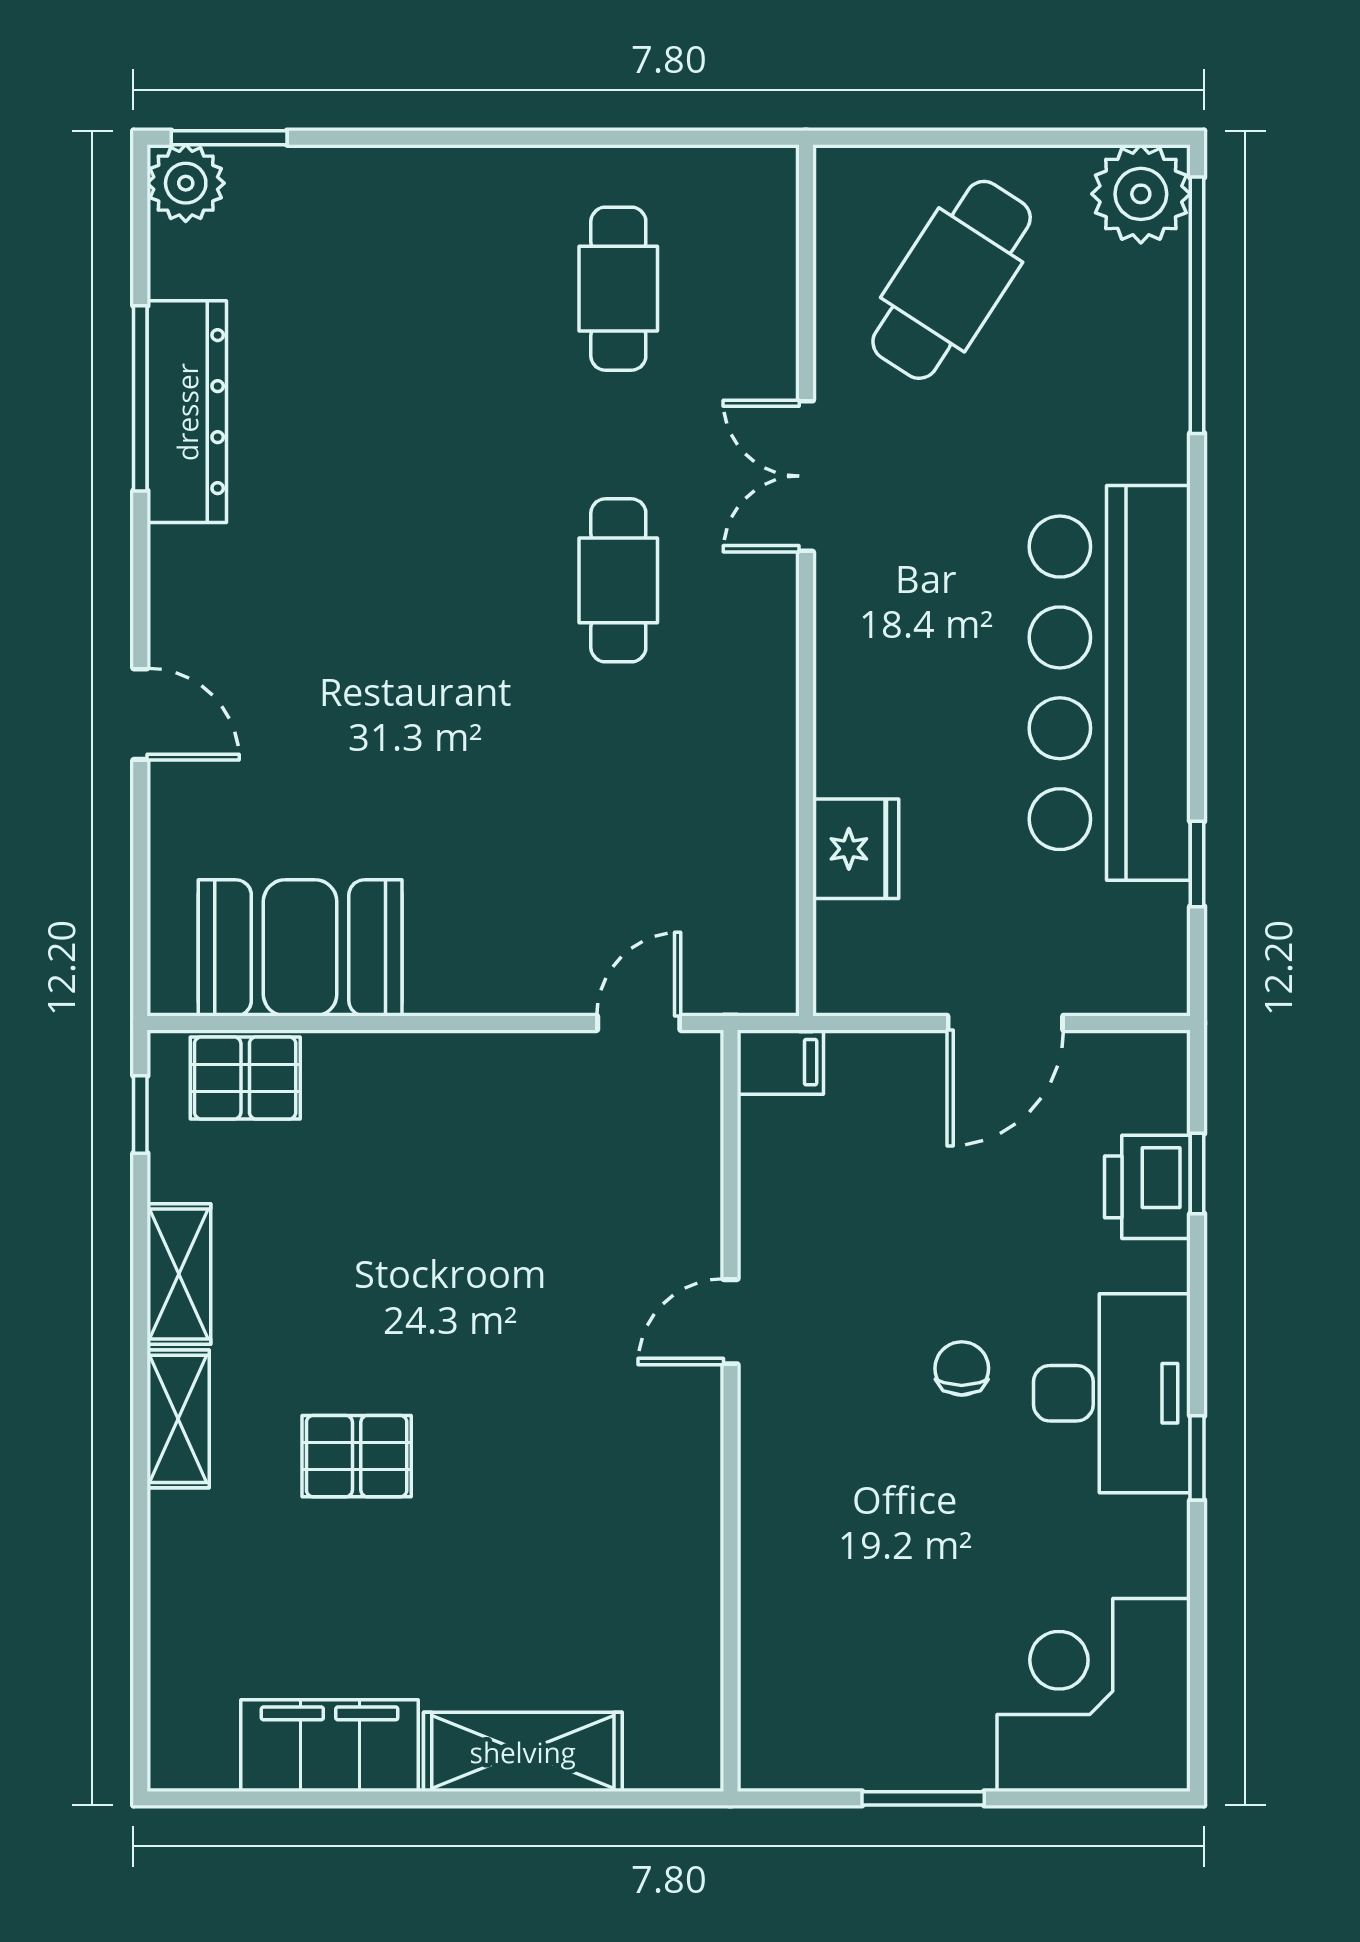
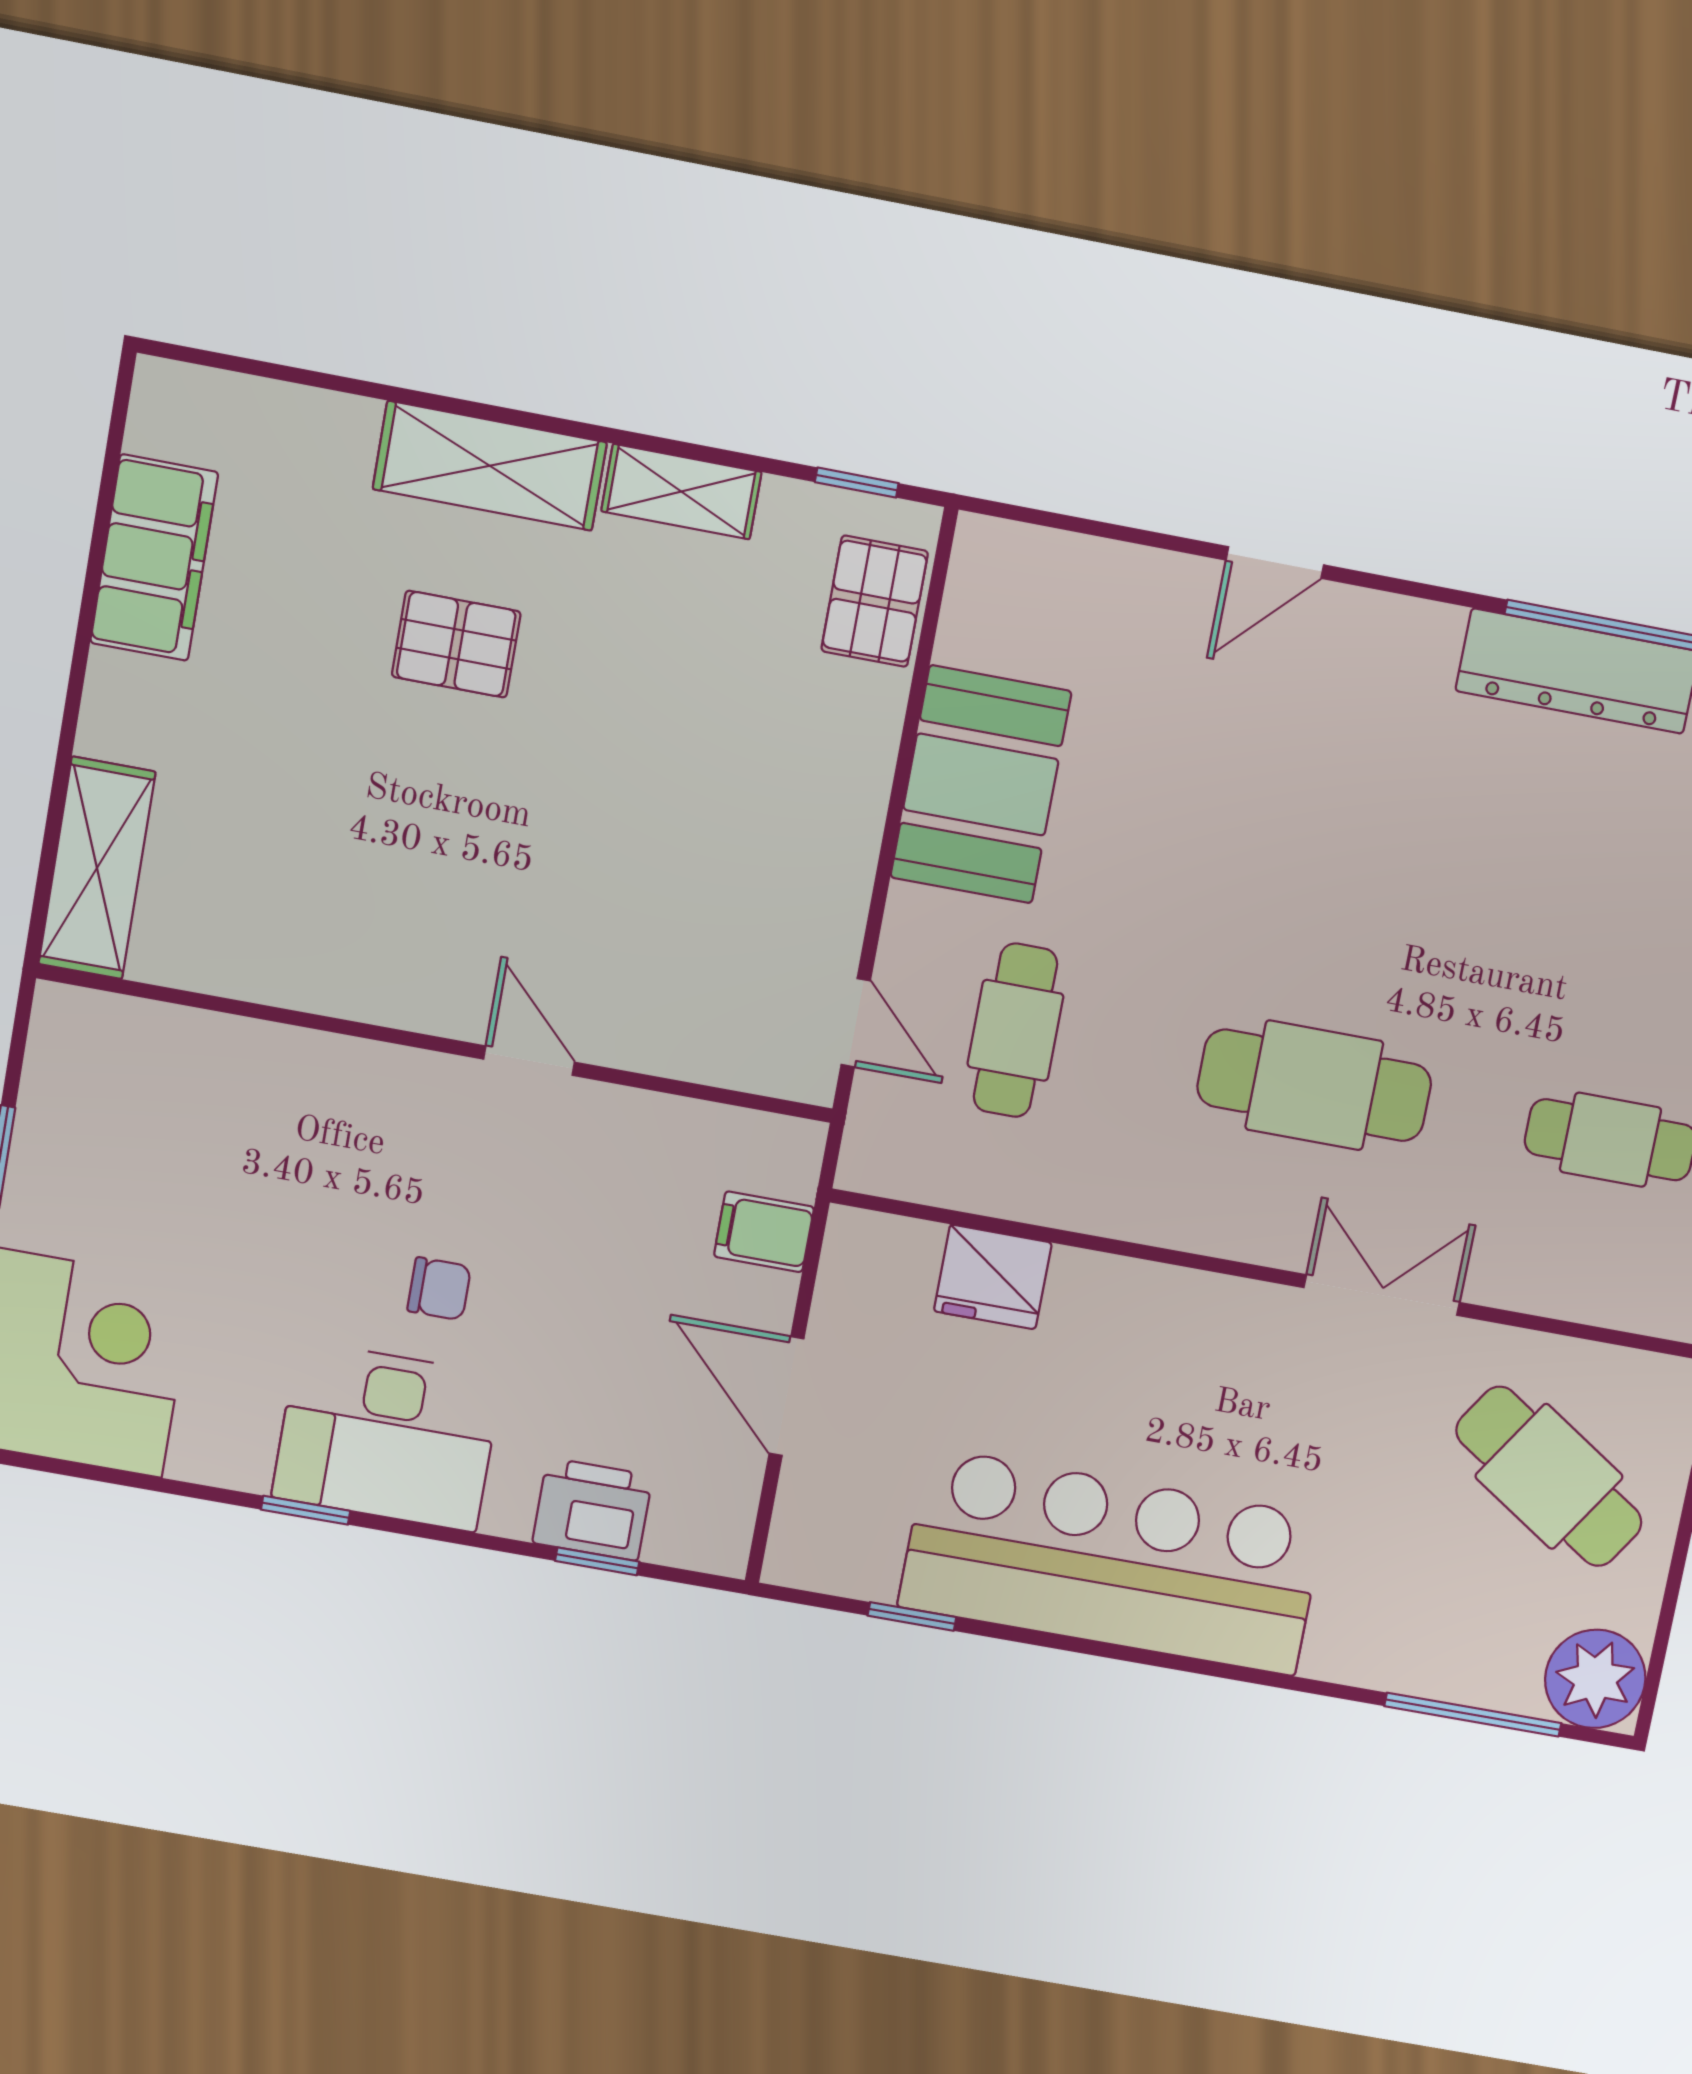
window: (1197, 305) -> (1473, 1715), width x0.68
cafe table: (618, 580) -> (1314, 1085), width x1.37, depth x1.35
cafe table: (618, 872) -> (1015, 1030), added
booth: (300, 948) -> (981, 785), moved
filing cabinet: (780, 1062) -> (764, 1232), moved, turned 90
shelving: (178, 1419) -> (490, 466), width x1.50, depth x1.33
pallet: (357, 1456) -> (456, 644), turned 90
shelving: (523, 1752) -> (97, 868), moved

